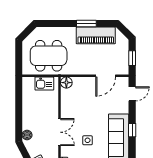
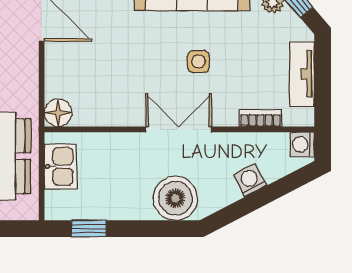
window: (19, 95) -> (89, 229), added
boiler: (27, 135) -> (175, 198), width x1.86, depth x1.86

